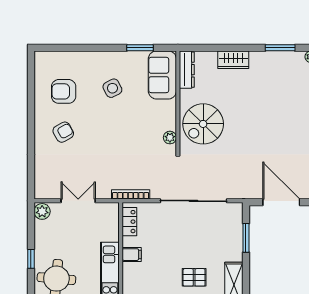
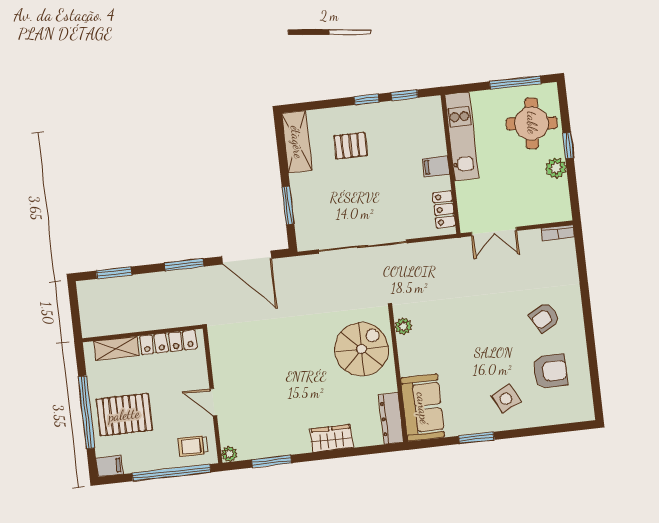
window: (140, 48) -> (477, 438), moved
side table: (112, 88) -> (506, 399), moved
bookcase: (131, 194) -> (558, 233), moved, width x0.64
double door: (78, 201) -> (494, 231), moved
plant: (42, 211) -> (556, 168), moved

